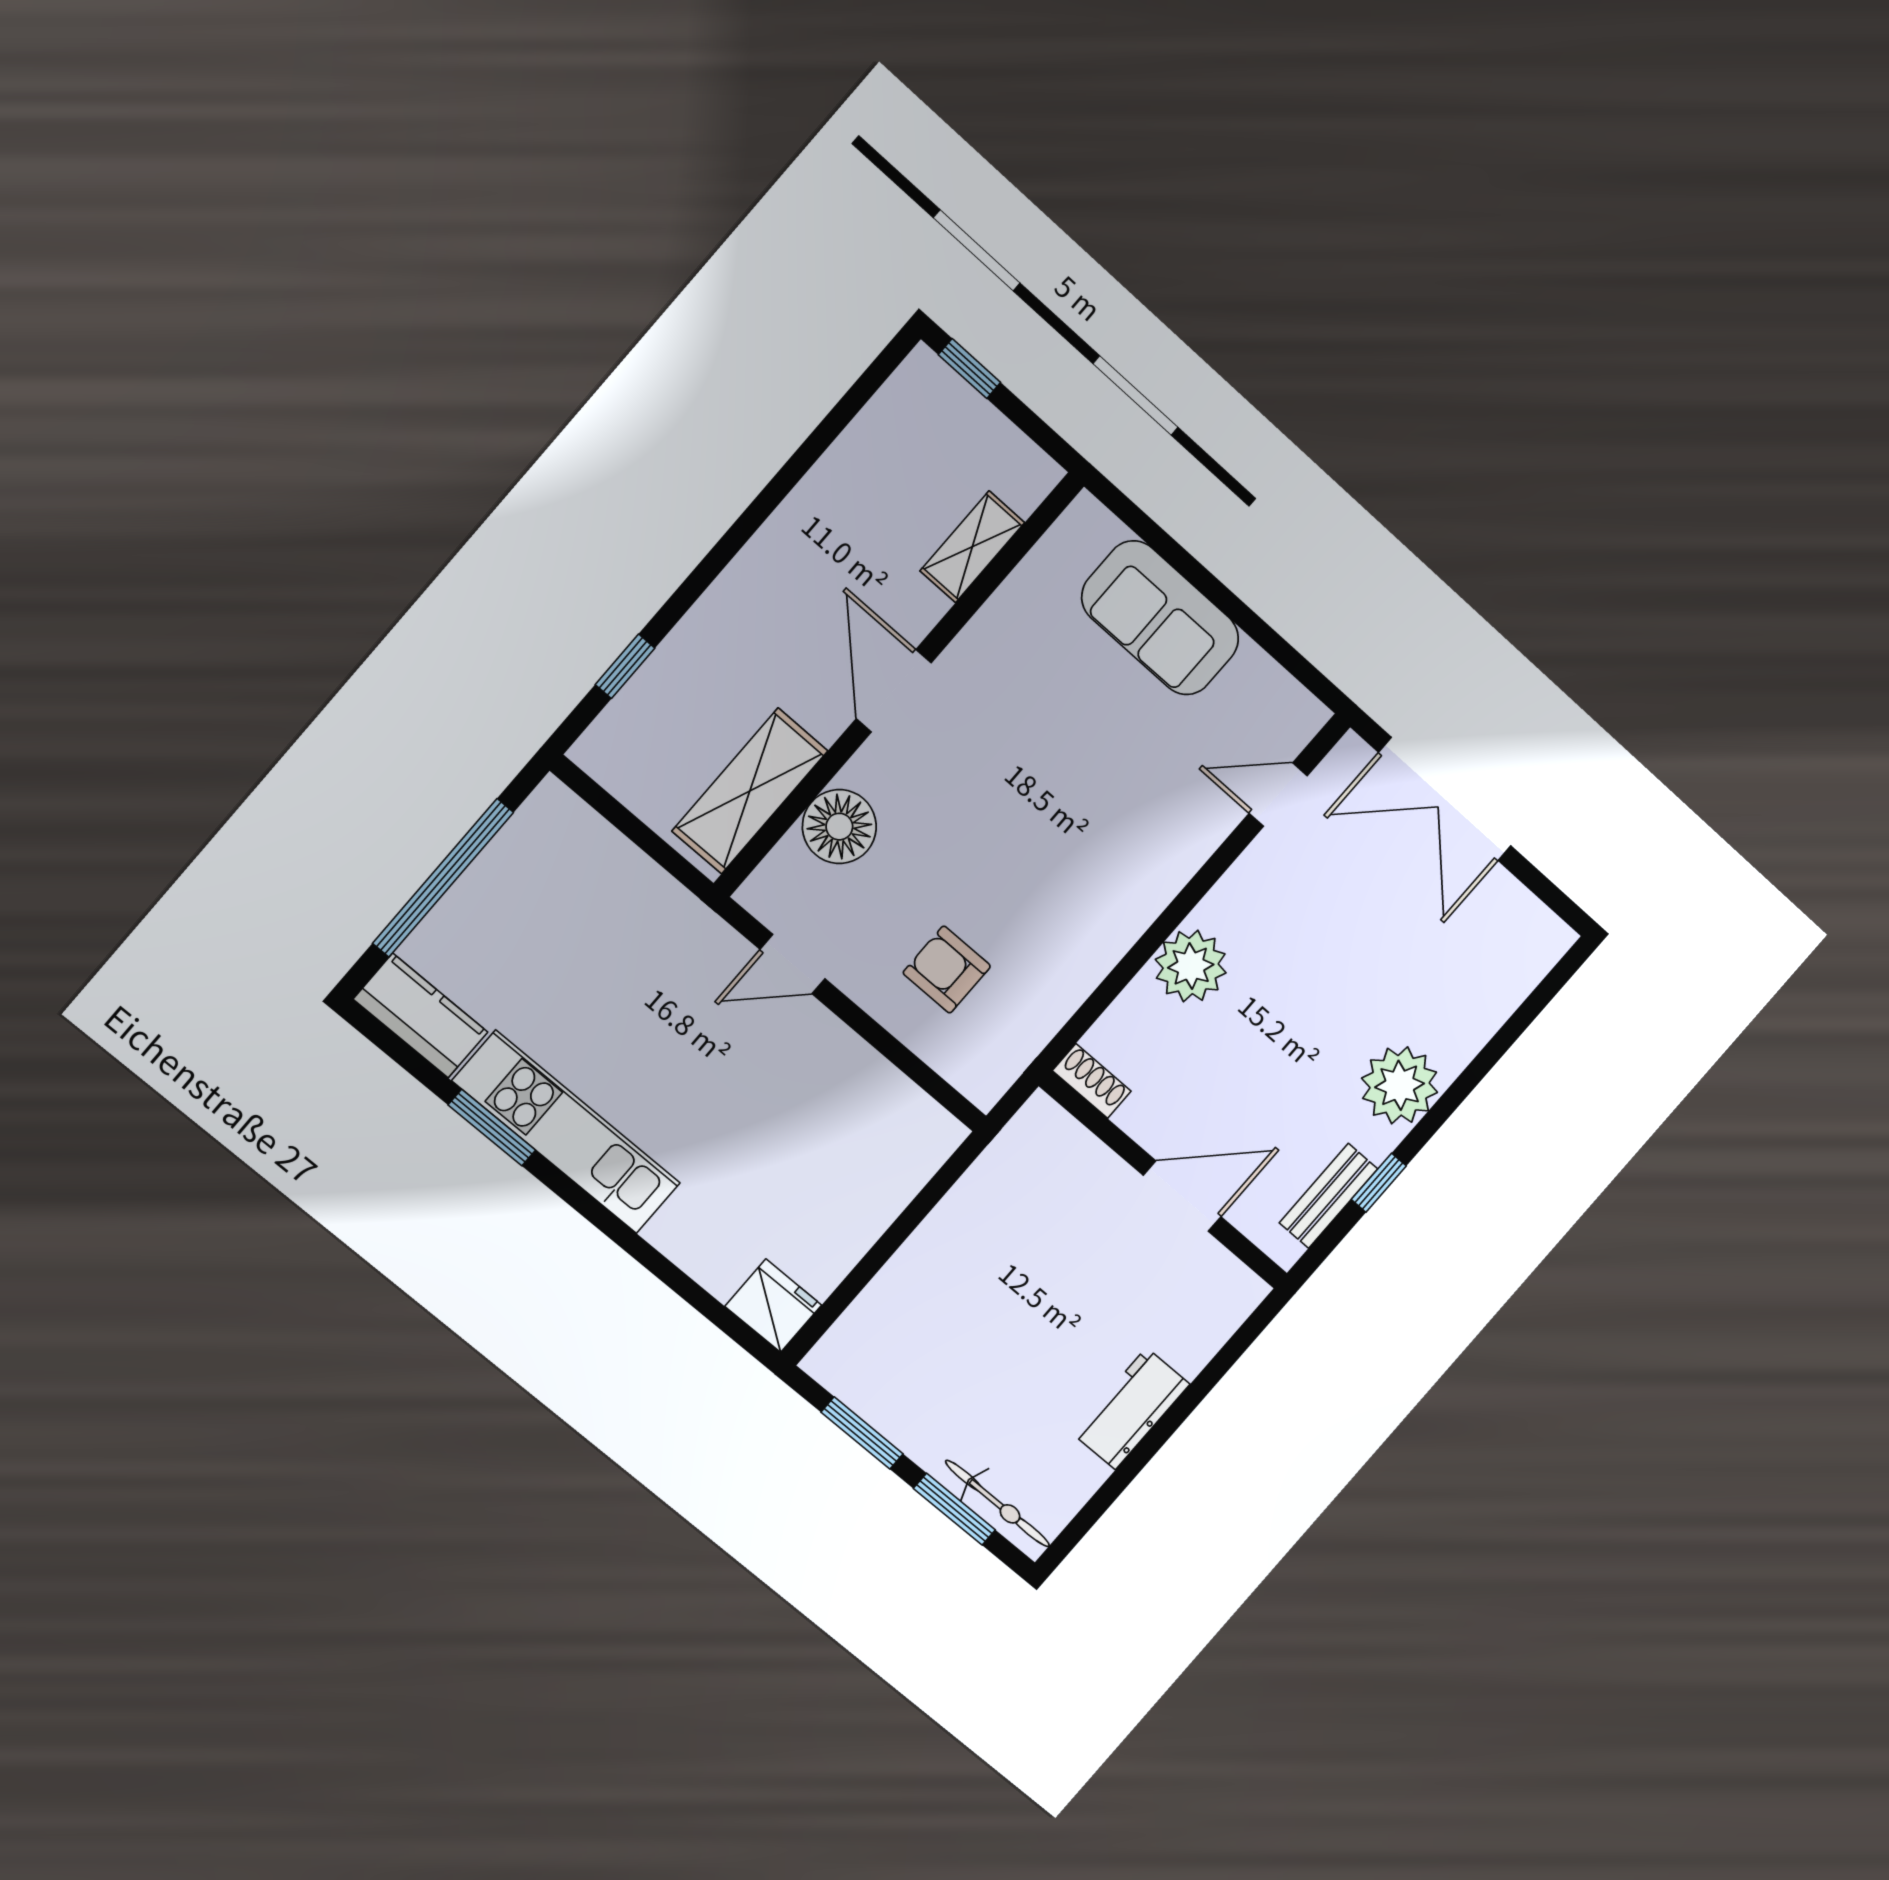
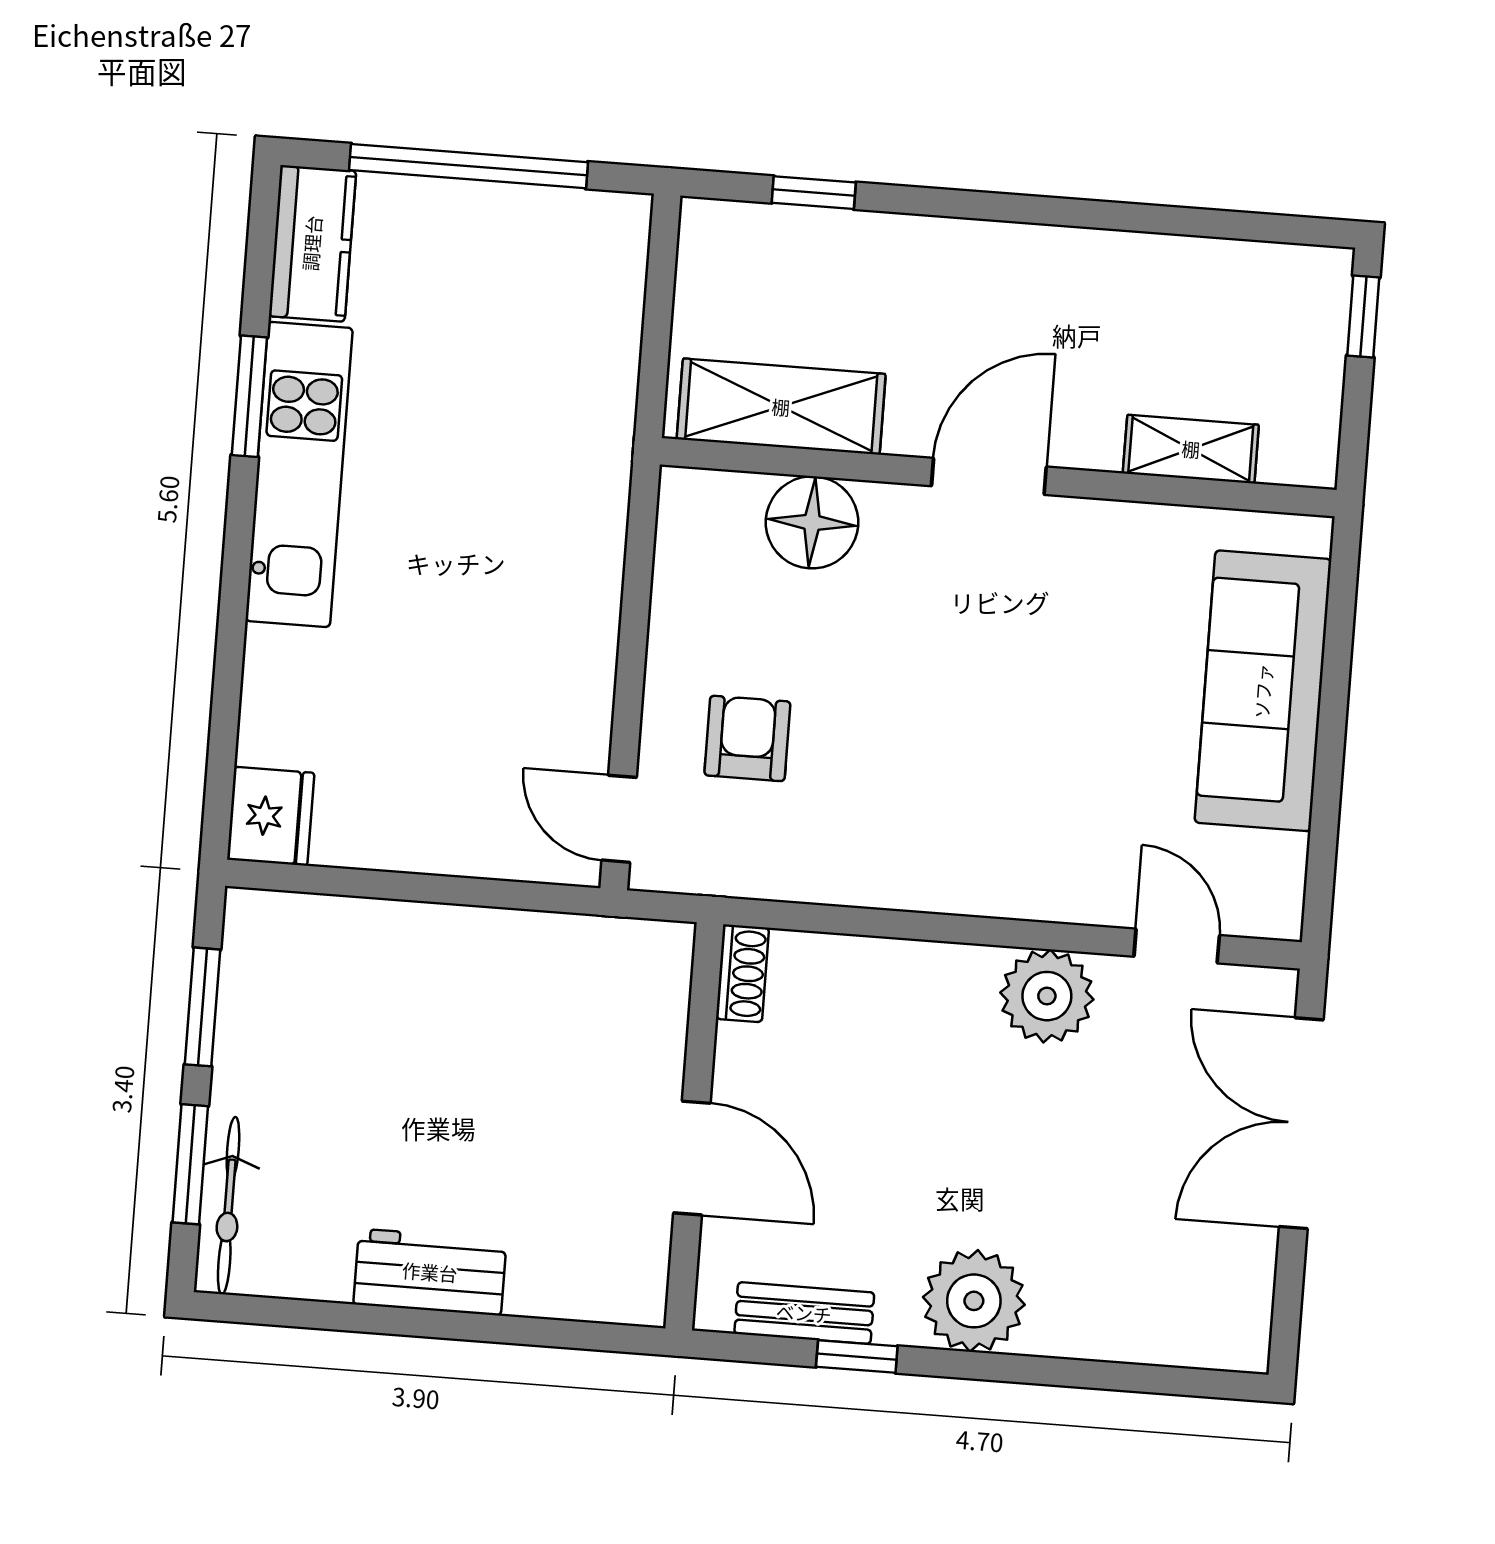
sofa: (1160, 618) -> (1263, 691), width x1.36
door: (792, 964) -> (619, 819), moved
plant: (1191, 966) -> (1047, 996), moved

